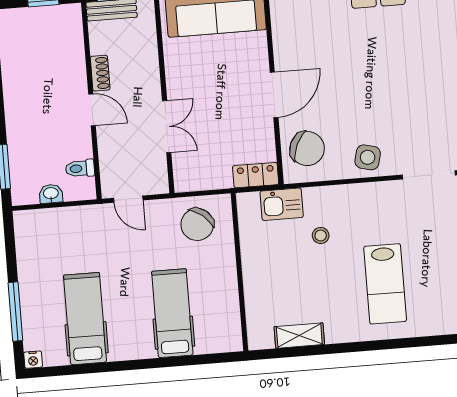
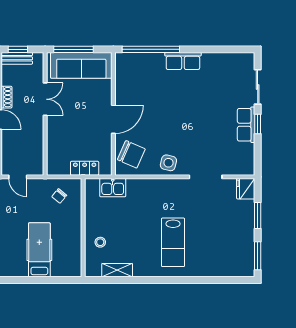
double door: (167, 127) -> (45, 99), moved
locker: (256, 175) -> (85, 168), moved
chair: (197, 224) -> (59, 196), width x0.54, depth x0.54
stool: (321, 235) -> (100, 242), moved

